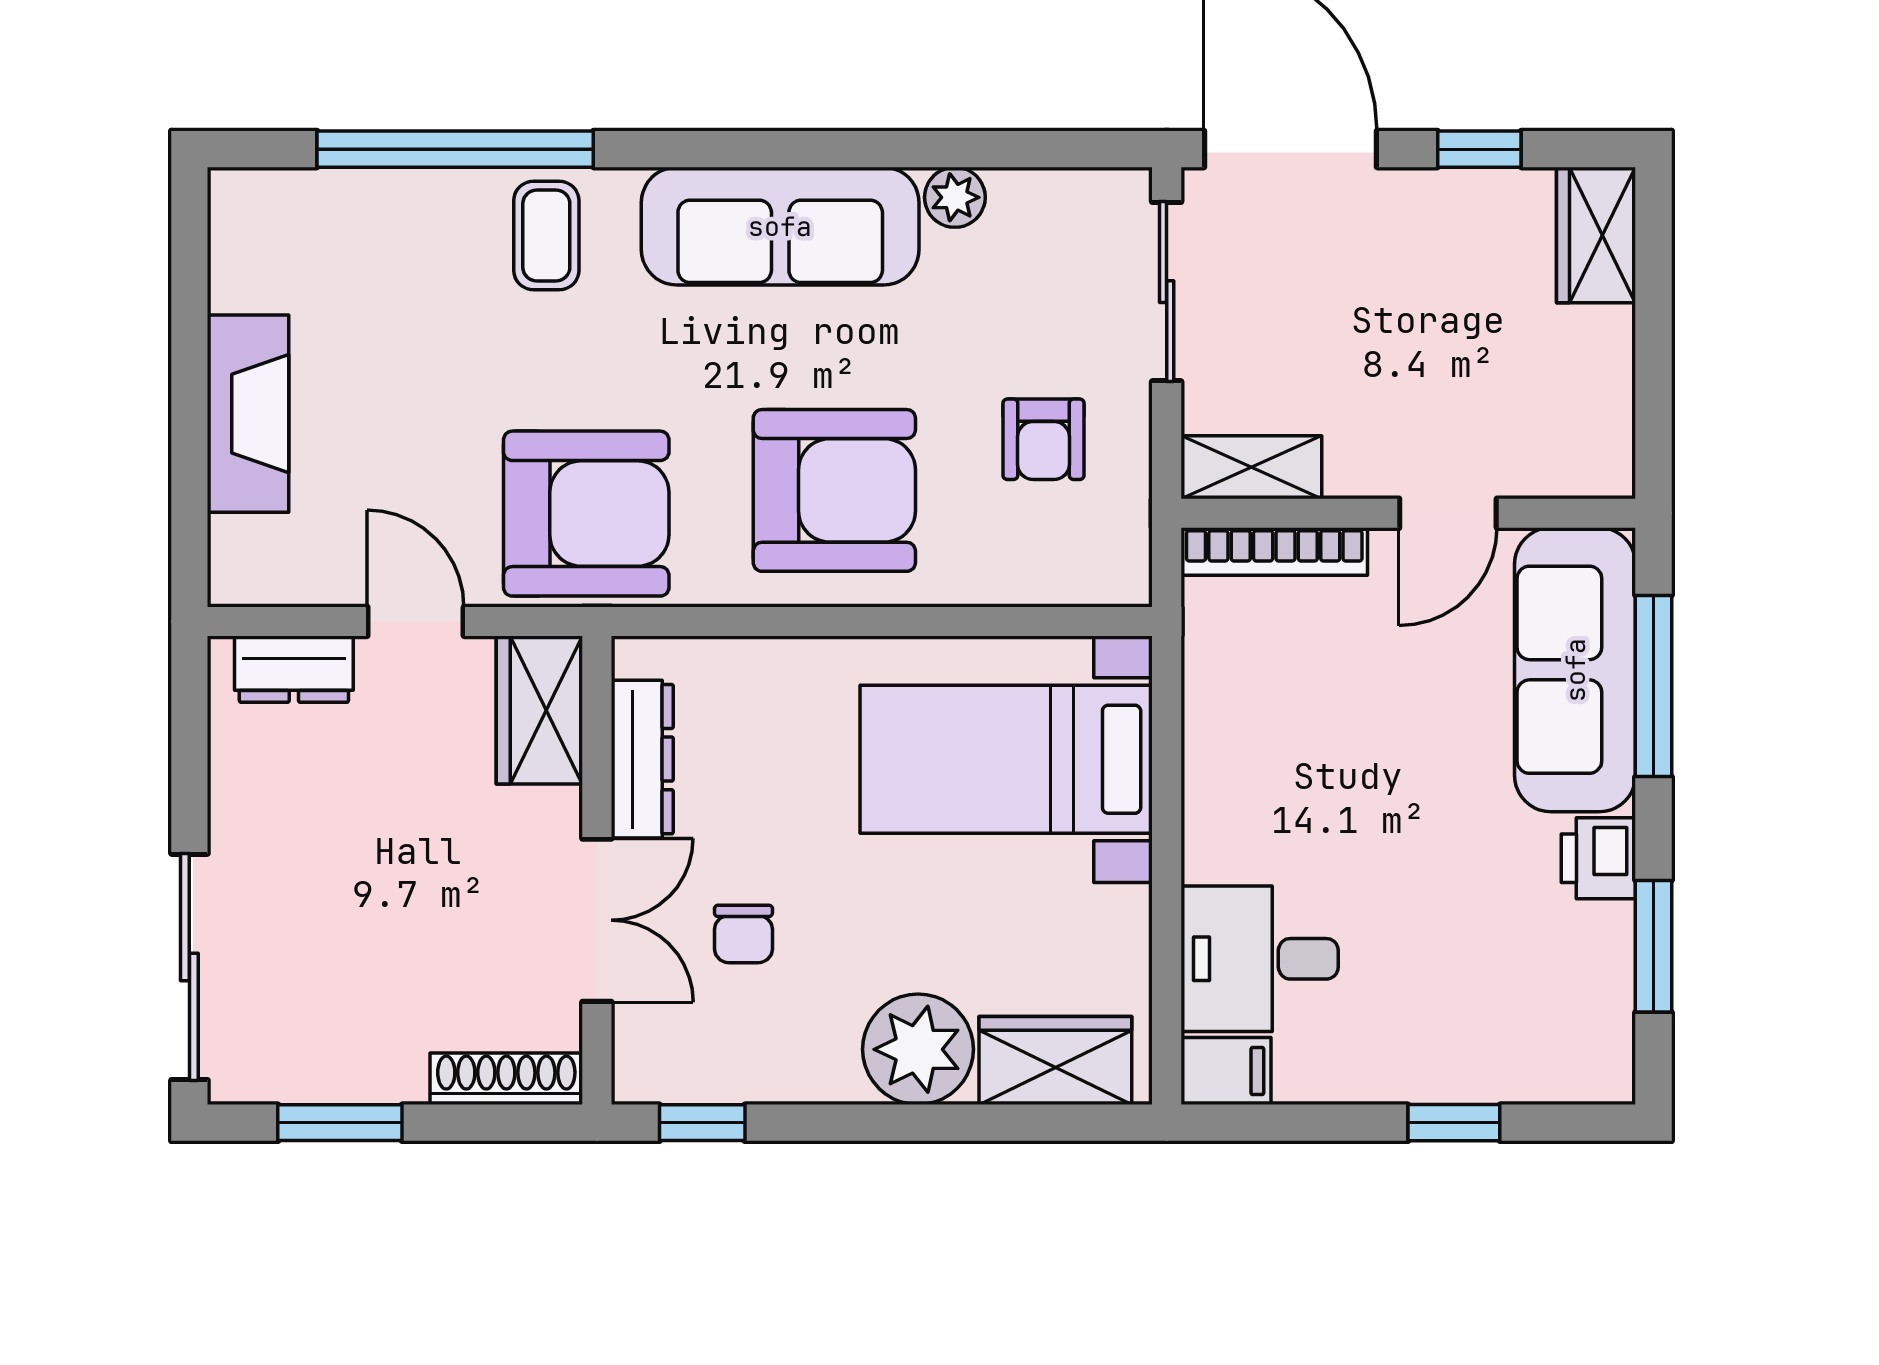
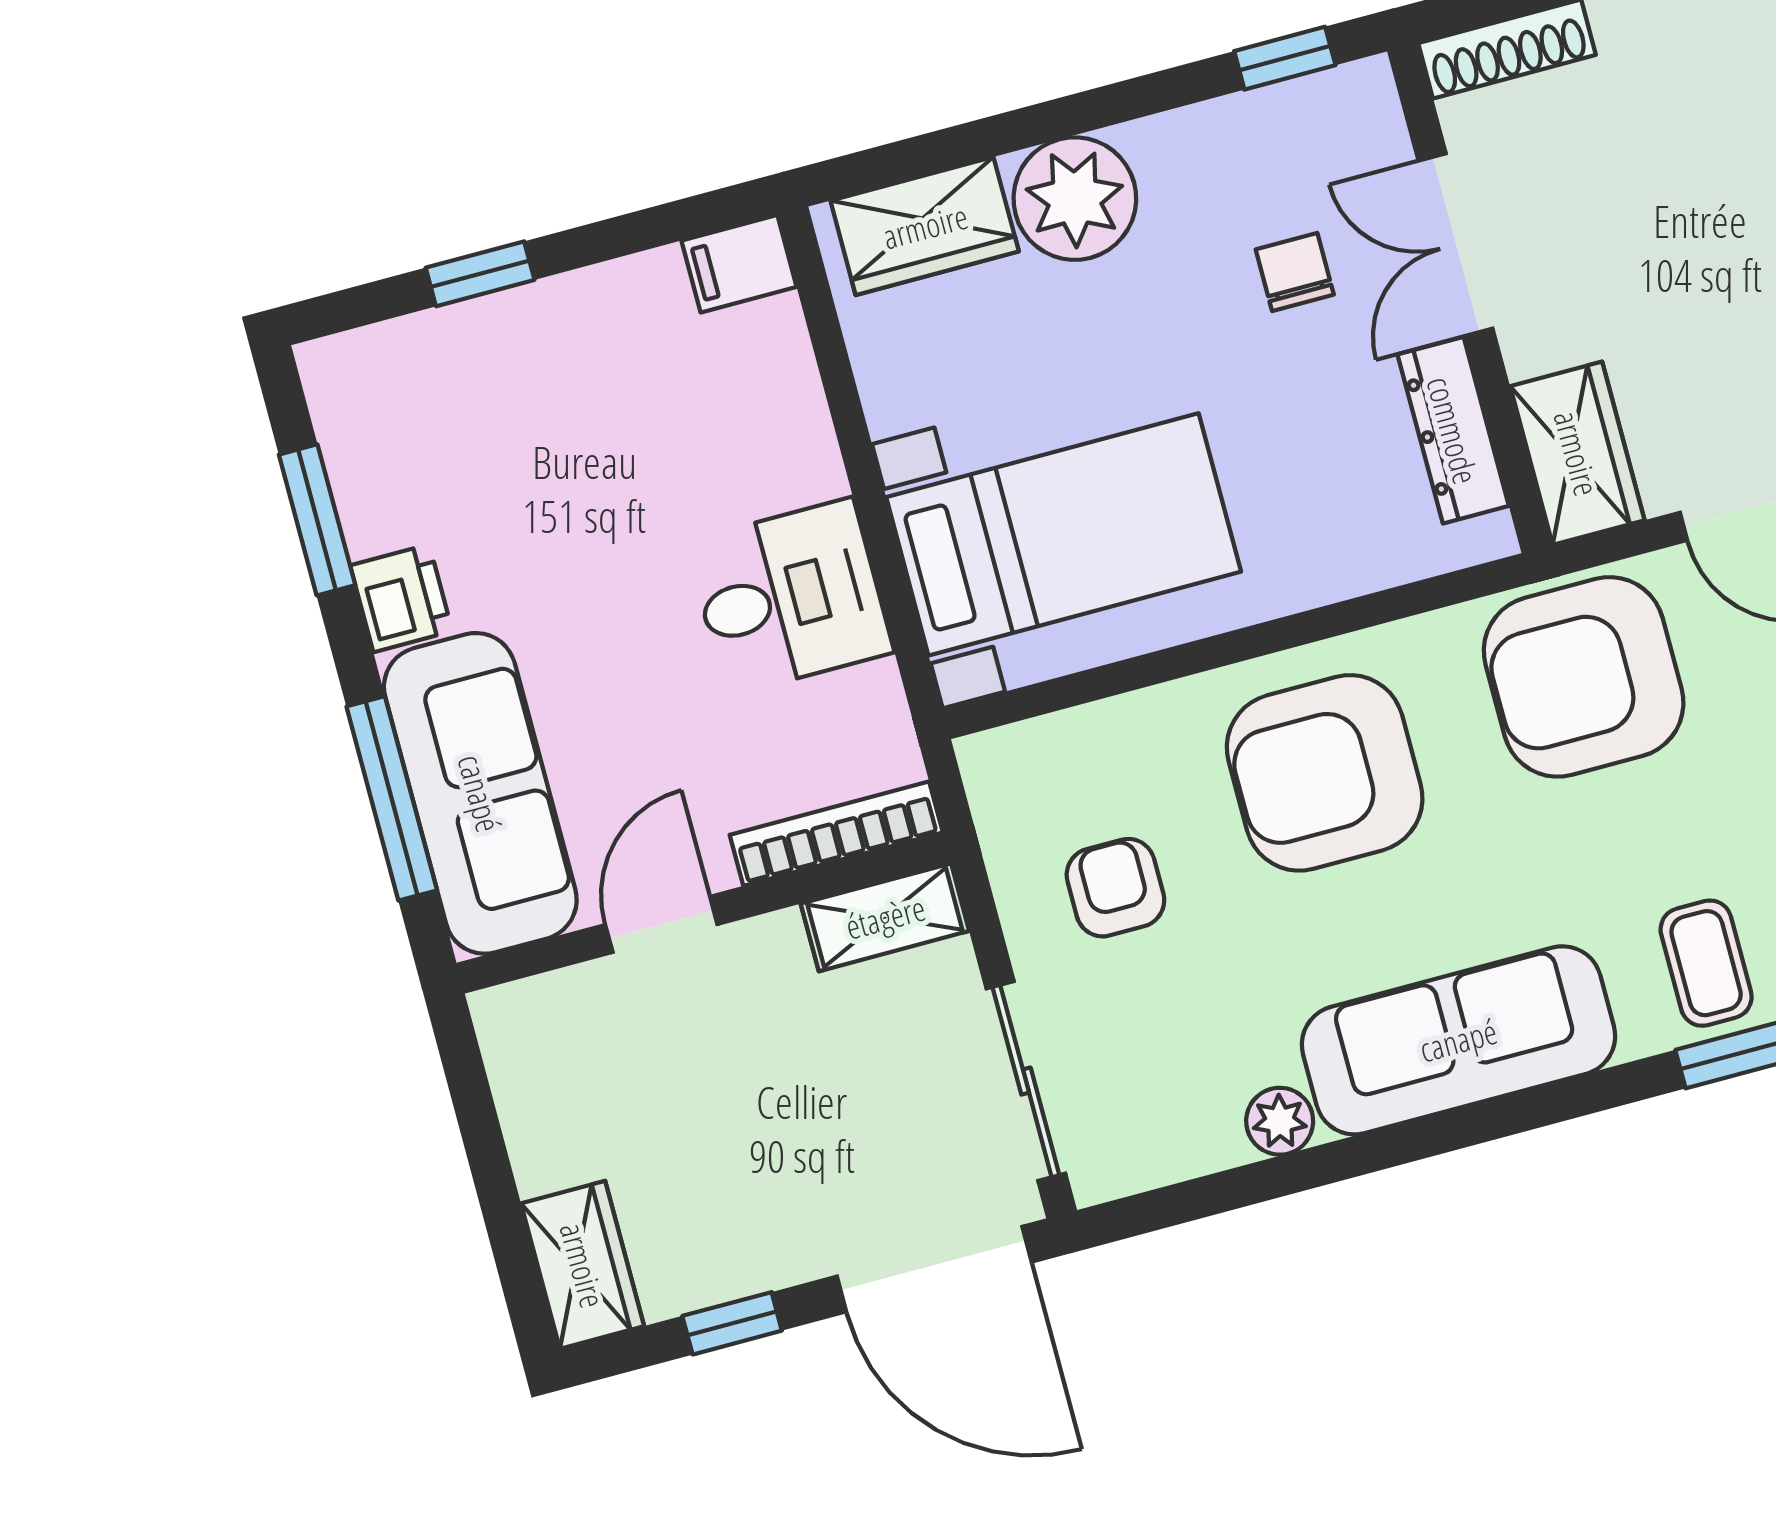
desk: (1260, 959) -> (790, 597), moved

